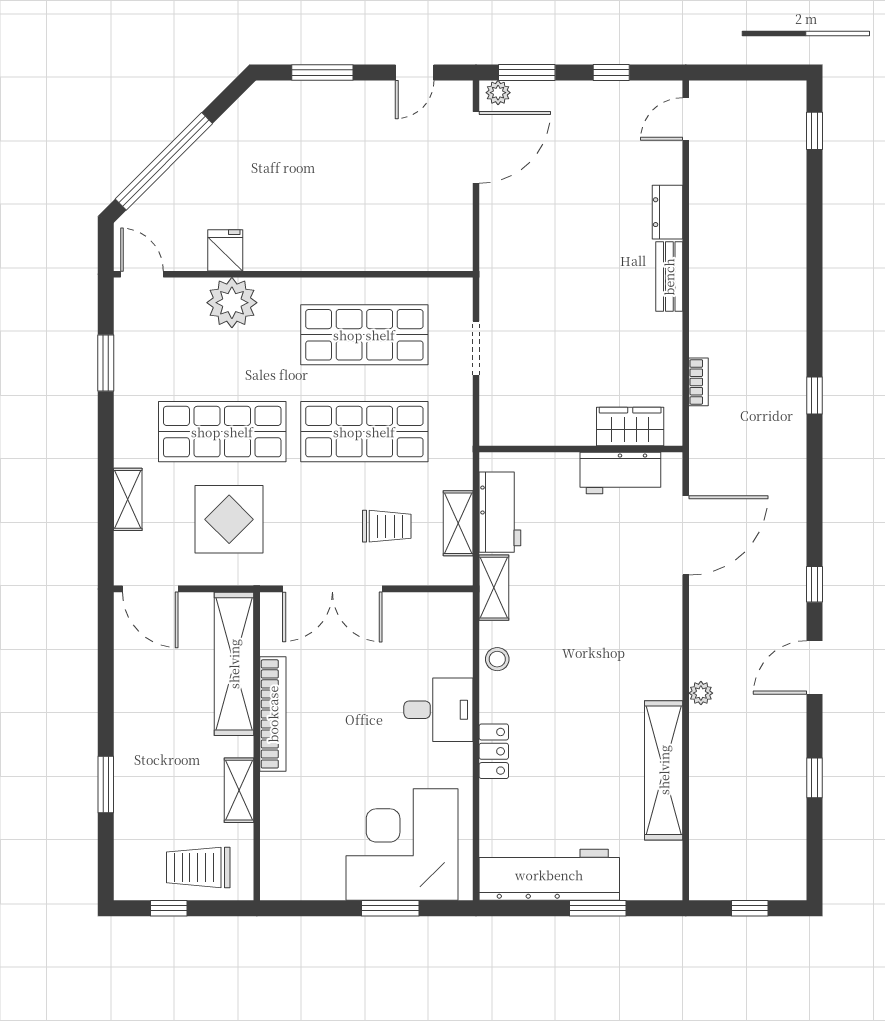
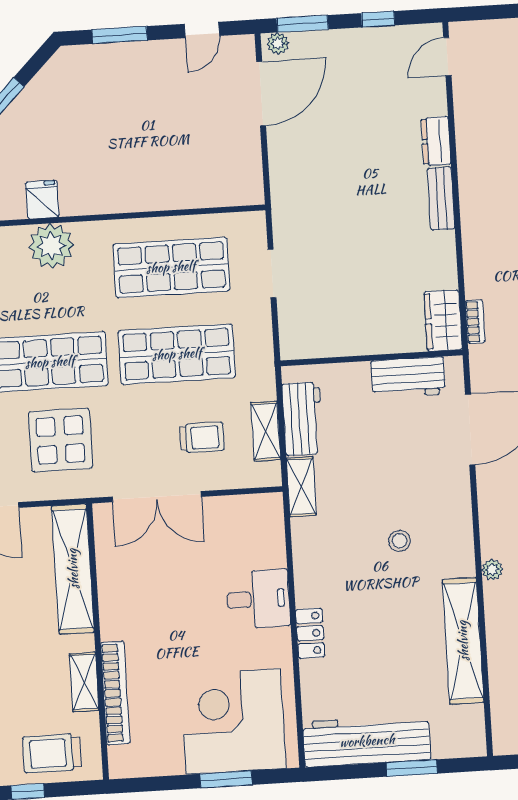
bookcase: (699, 382) -> (475, 322), moved
wardrobe: (630, 426) -> (443, 321), moved, turned -90
stool: (497, 659) -> (399, 541), moved
bookcase: (273, 714) -> (115, 693), moved

